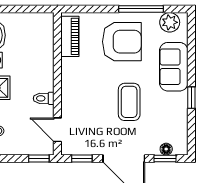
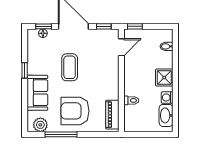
toilet: (44, 98) -> (131, 100), moved
door: (57, 130) -> (121, 47), hinge flipped

